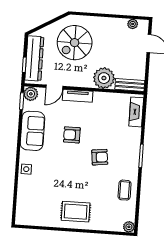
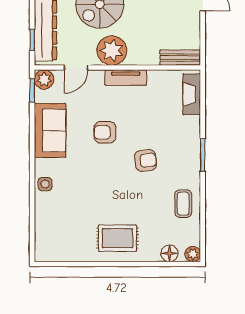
plant: (104, 78) -> (112, 51), moved
tv unit: (78, 96) -> (126, 78), moved
floor lamp: (112, 225) -> (169, 253), added

